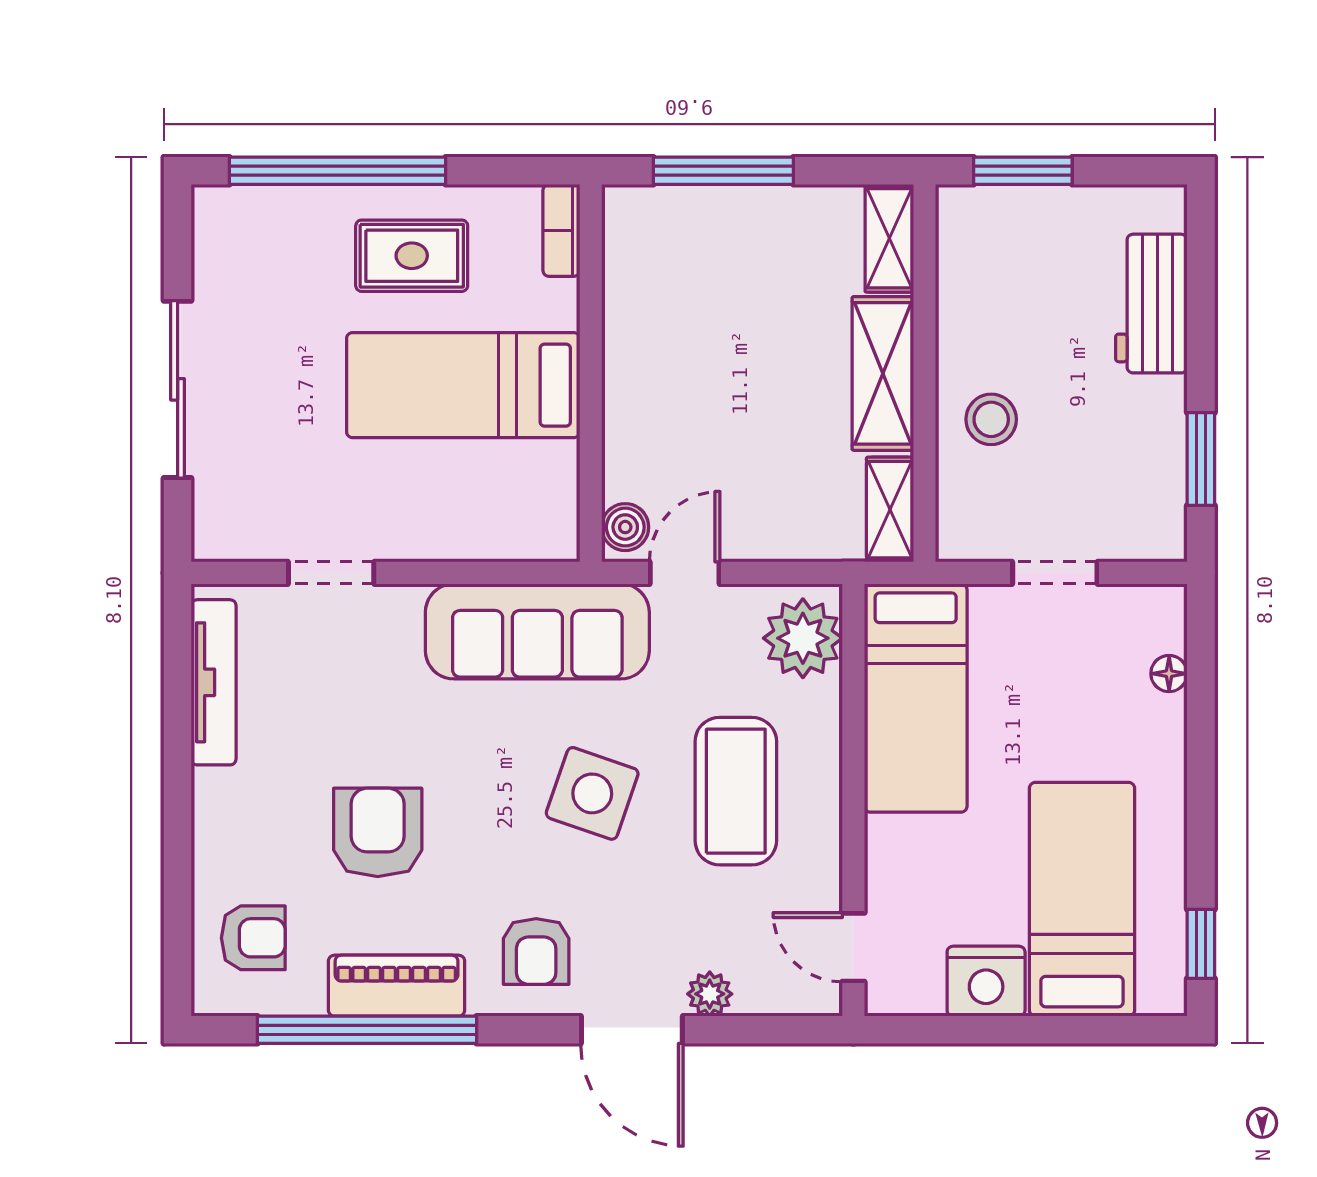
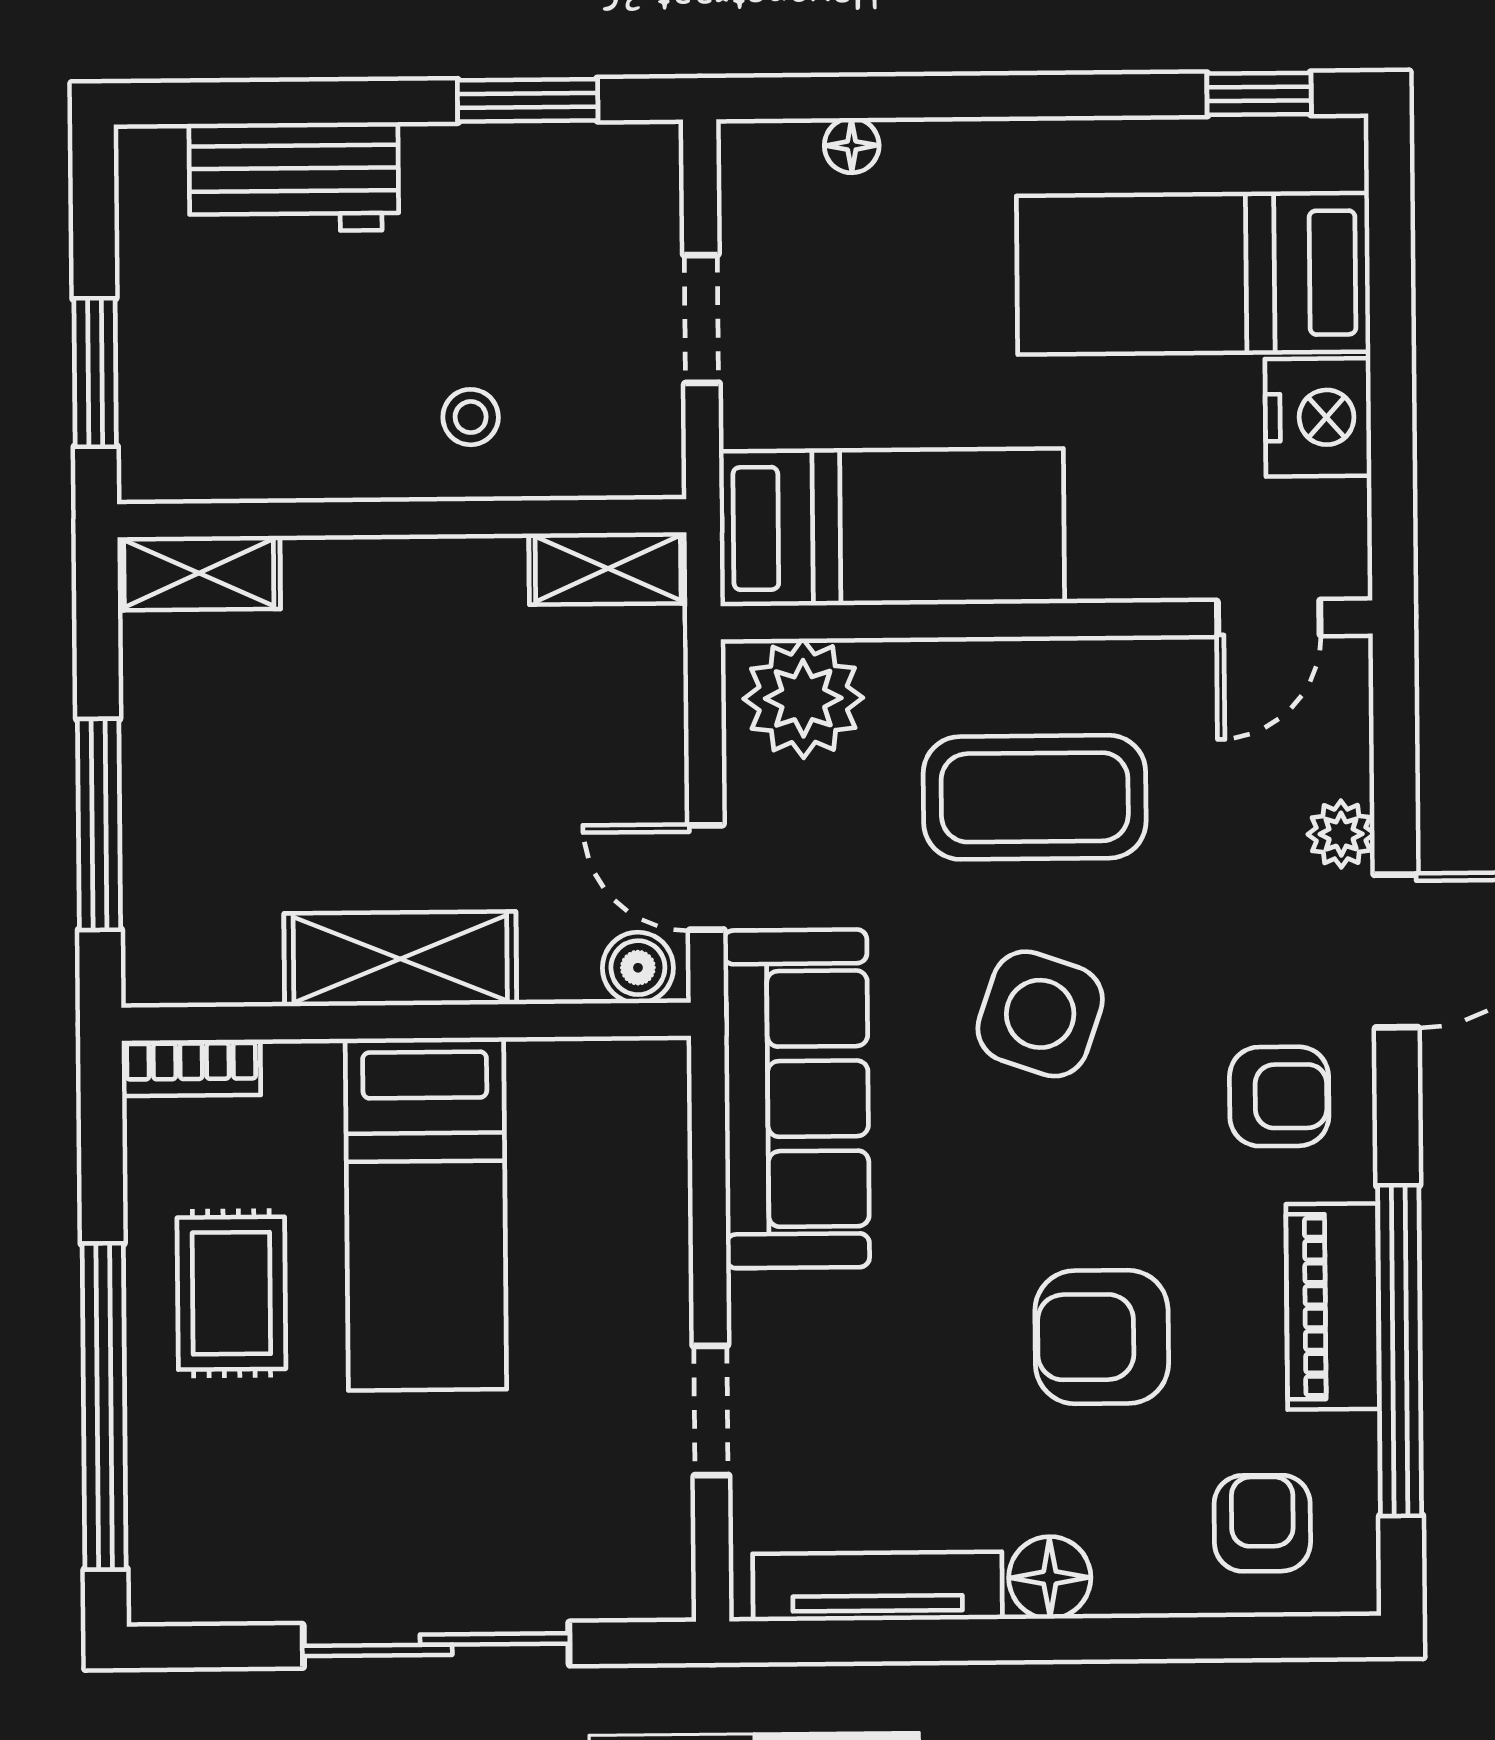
shelving: (883, 373) -> (400, 959), moved
stool: (991, 419) -> (471, 417), width x0.73, depth x0.73
floor lamp: (218, 797) -> (1050, 1578), added

